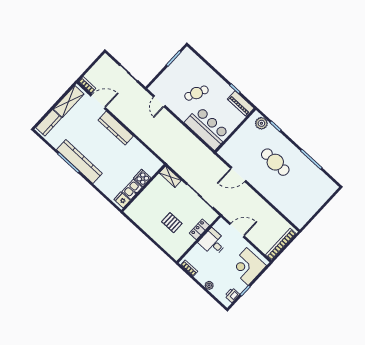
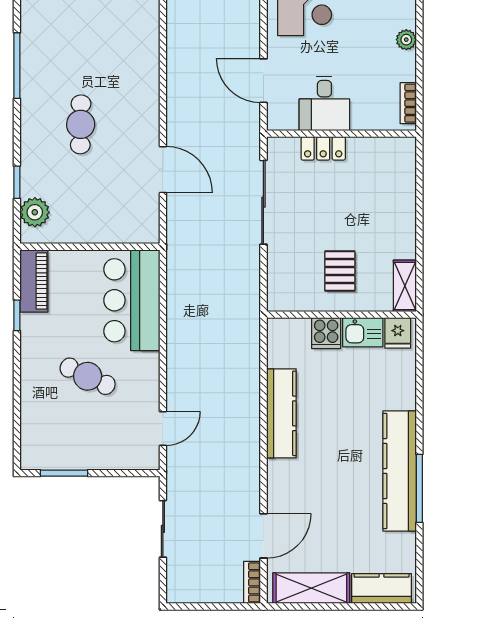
door: (98, 102) -> (263, 536), swing flipped
kitchen counter: (116, 128) -> (281, 413), moved
cafe table: (275, 162) -> (81, 124), width x0.73, depth x0.74
shelving: (170, 177) -> (405, 286), moved
pallet: (172, 223) -> (340, 271), moved

